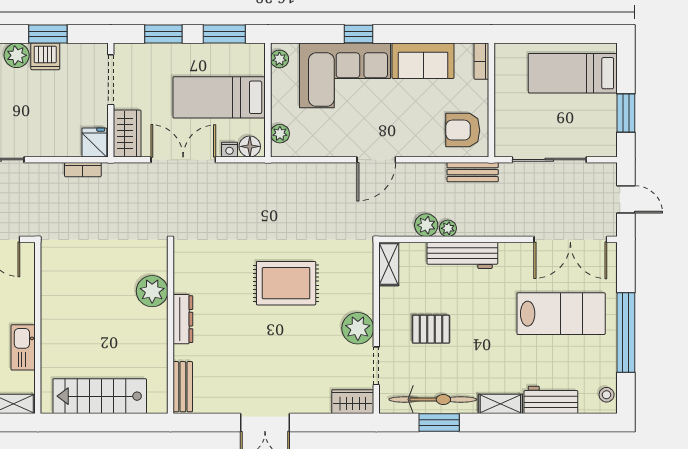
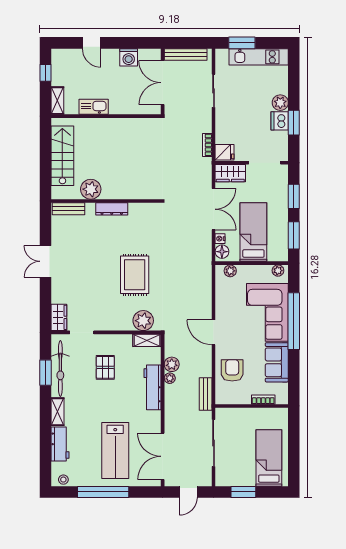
window: (359, 34) -> (294, 321), width x3.17
bookcase: (481, 61) -> (263, 400), moved
armchair: (463, 130) -> (232, 370), moved
plant: (152, 291) -> (91, 189), moved
plant: (358, 328) -> (143, 321), moved

